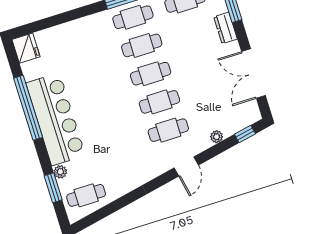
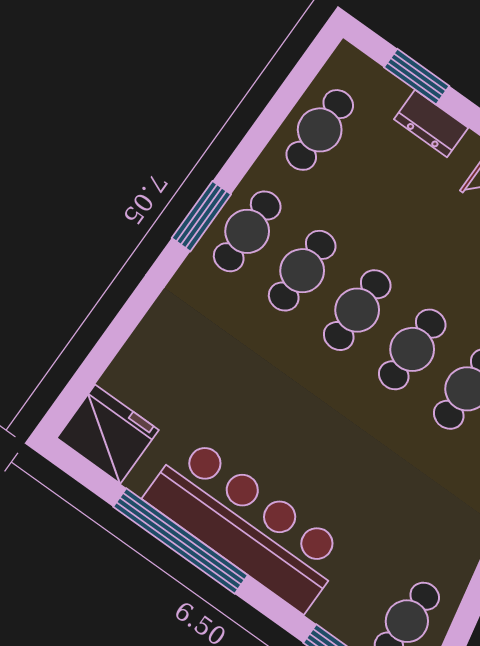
fridge: (26, 48) -> (108, 434), width x1.36, depth x1.34
plant: (60, 172) -> (327, 613), removed

